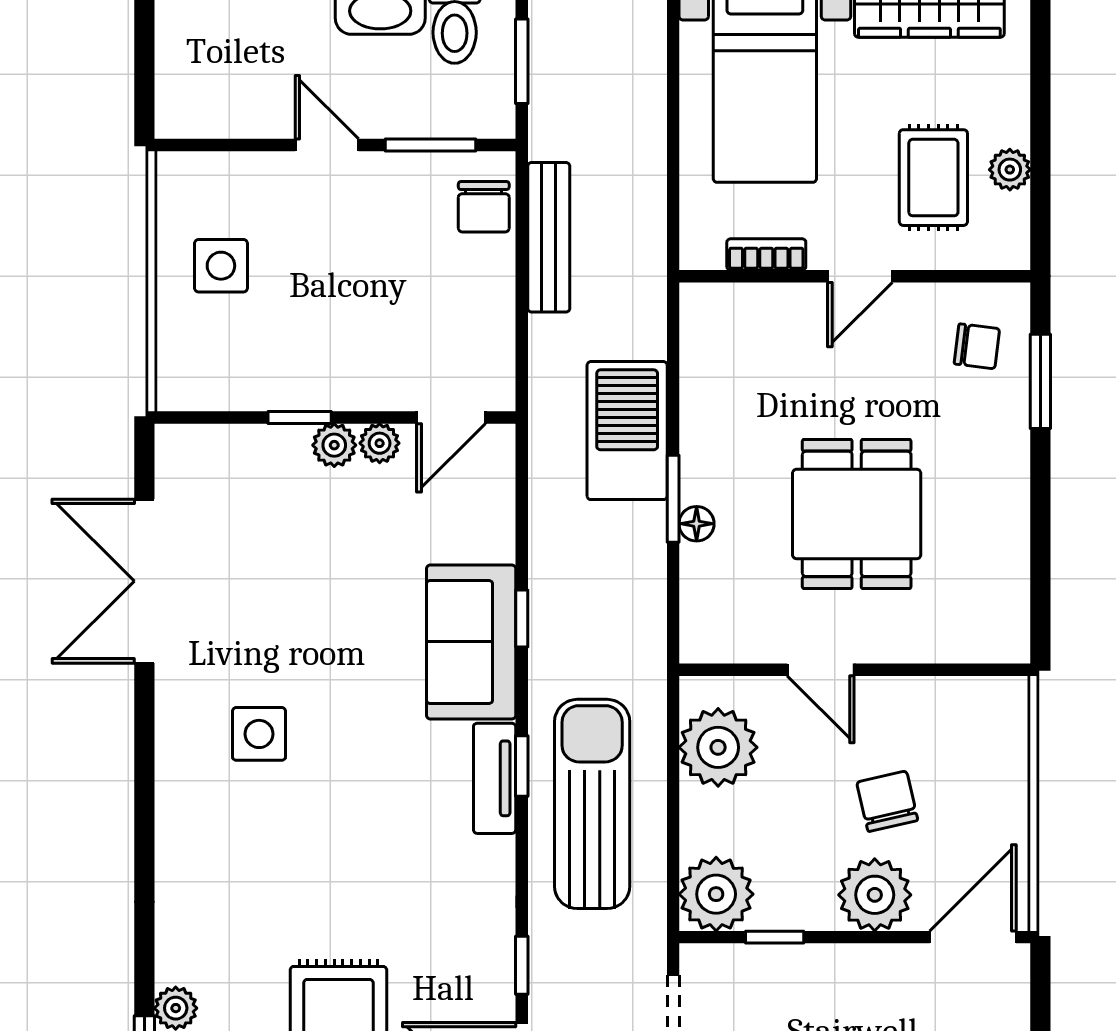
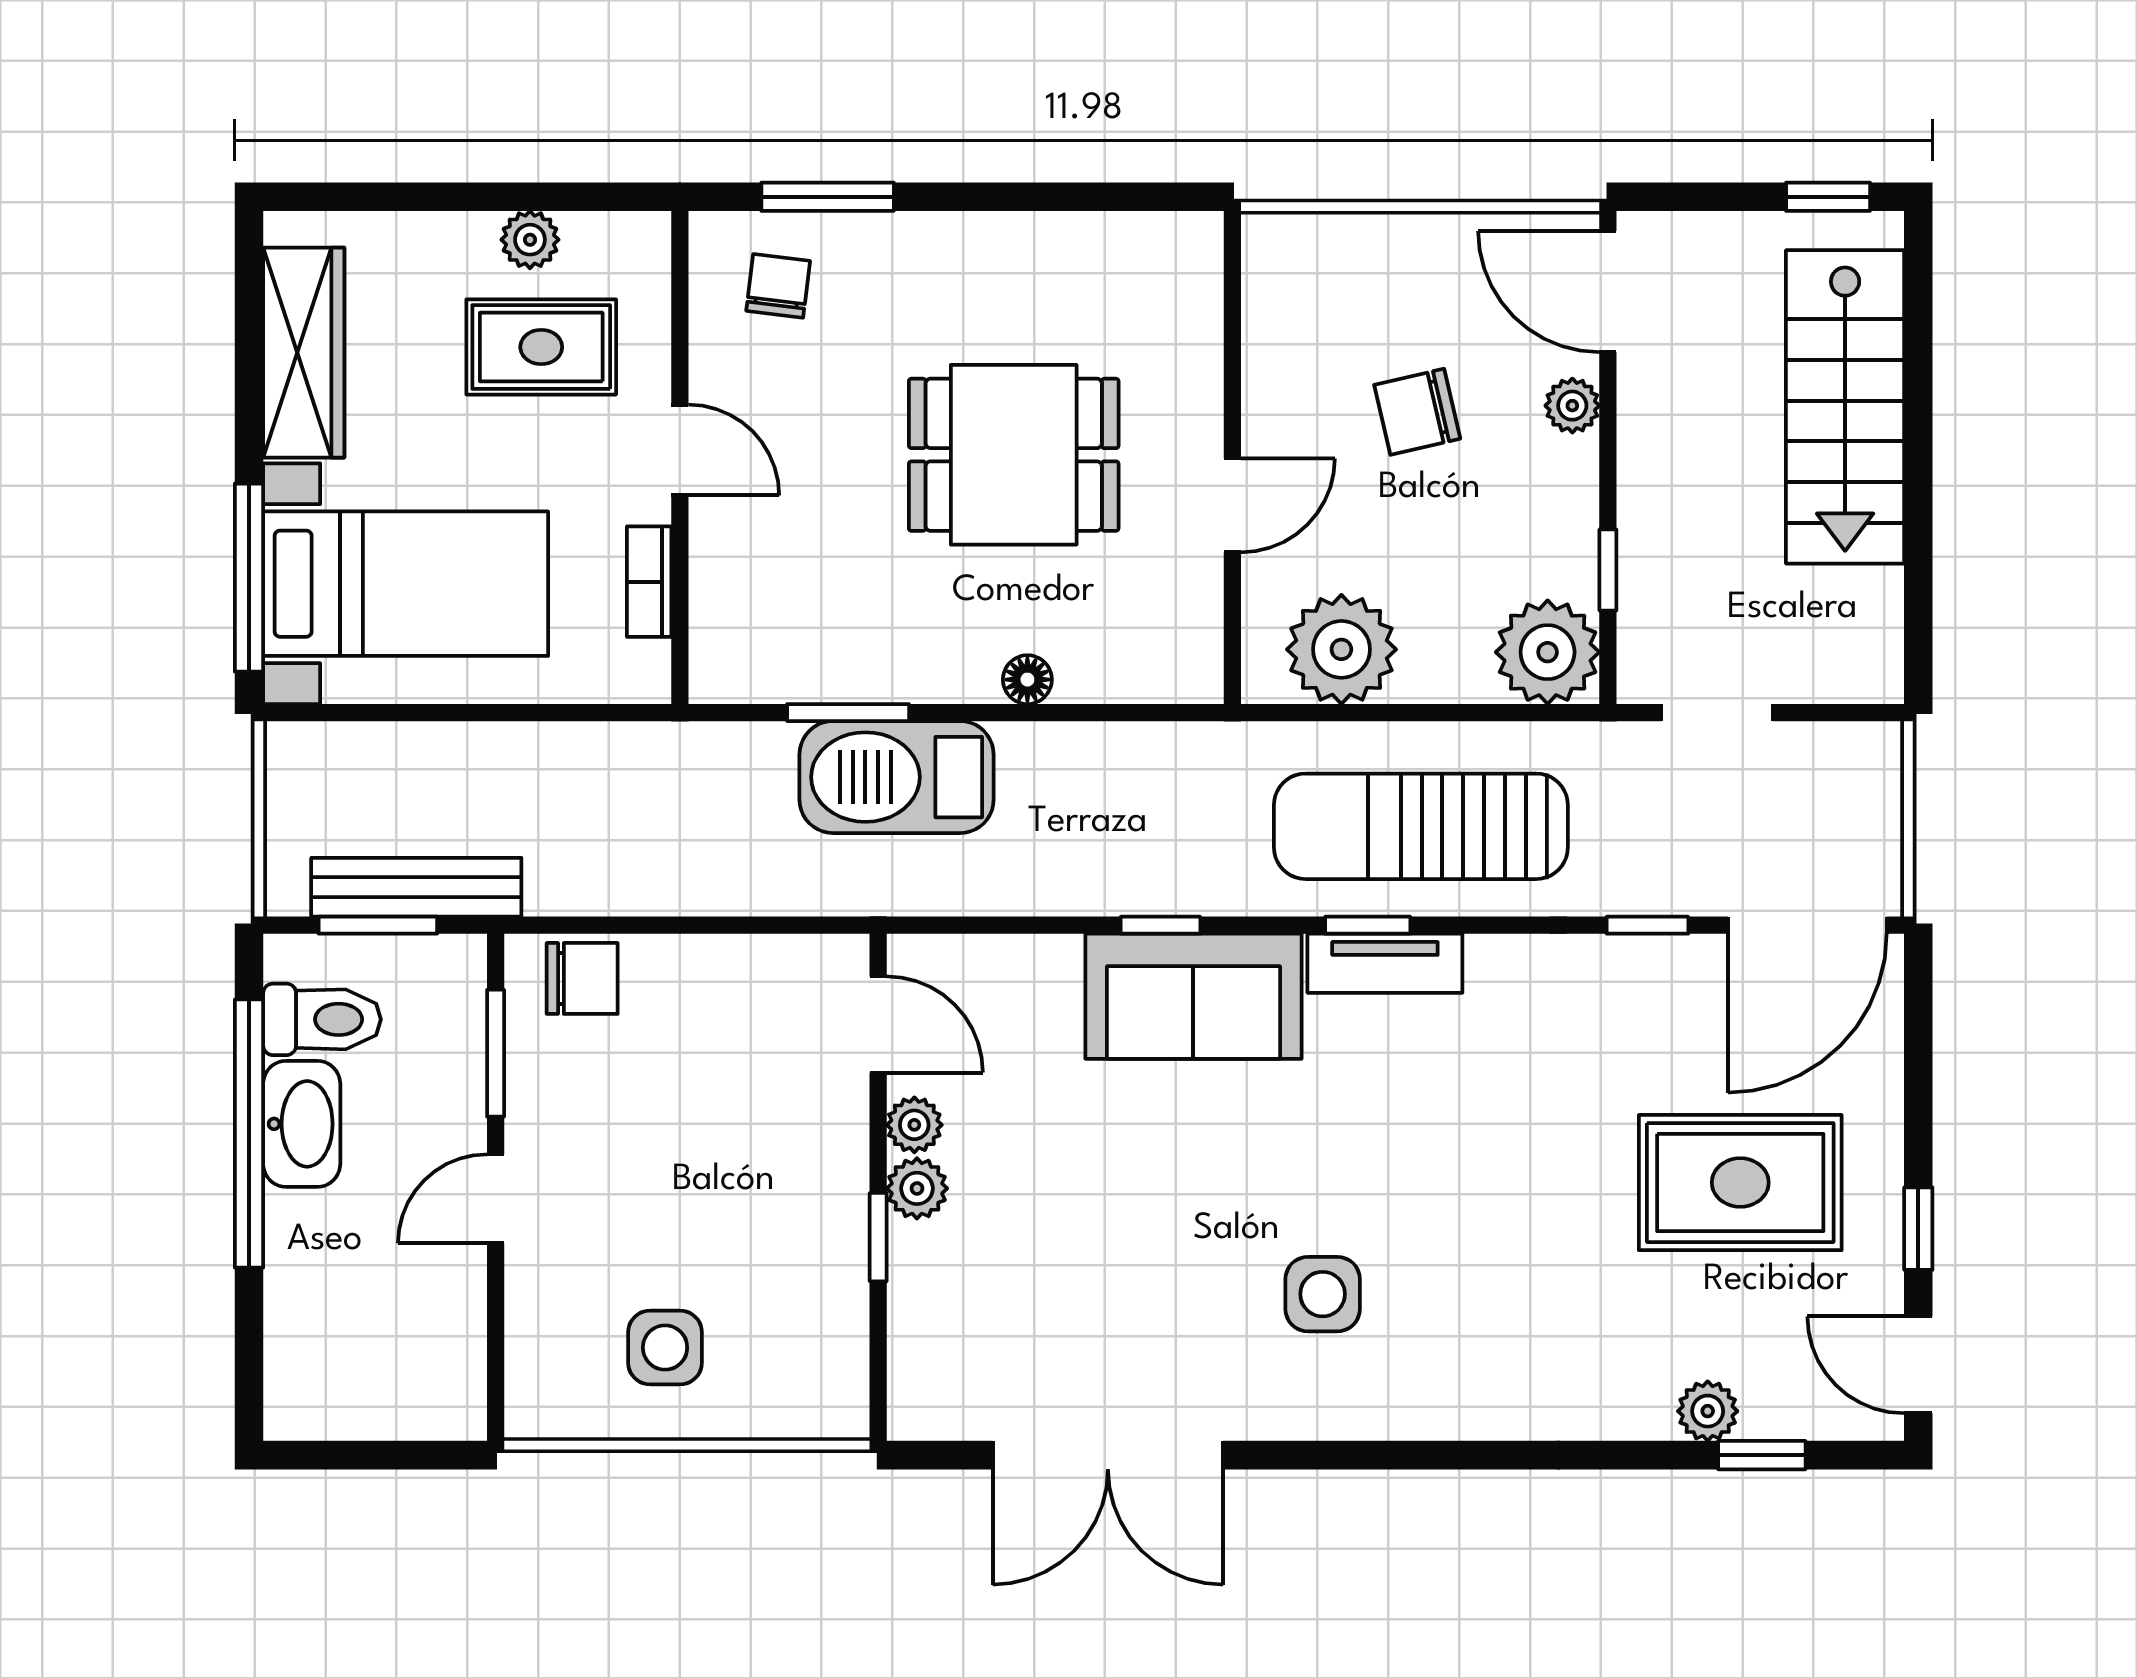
bench: (549, 237) -> (416, 887), moved
window: (673, 499) -> (848, 713), moved
plant: (875, 895) -> (1572, 406), width x0.53, depth x0.53

